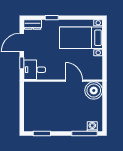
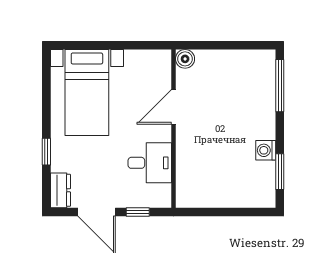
desk: (35, 70) -> (150, 163), moved, turned -90
boiler: (94, 90) -> (185, 59), width x0.54, depth x0.54
washing machine: (92, 126) -> (266, 150), moved

